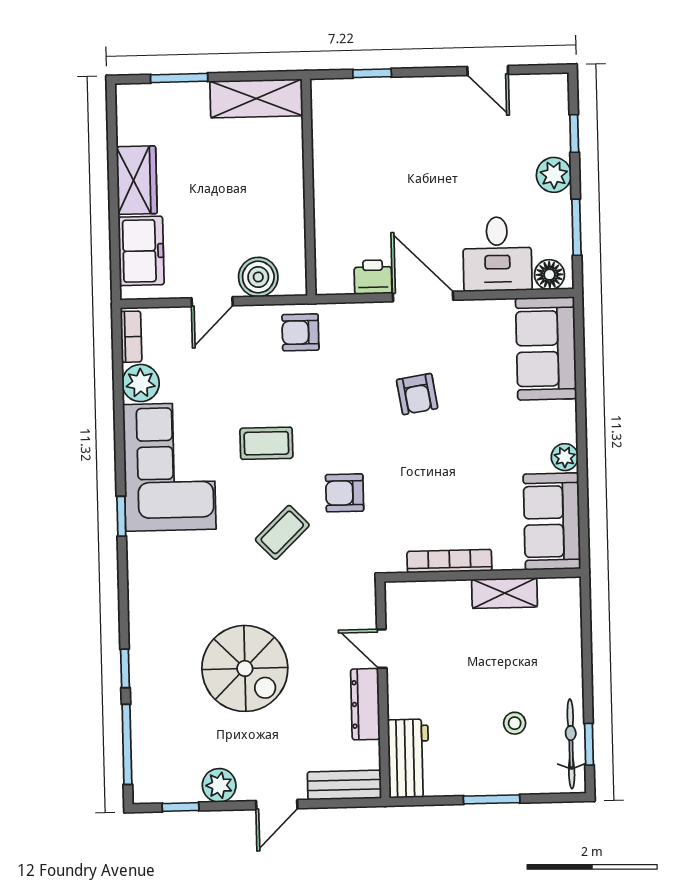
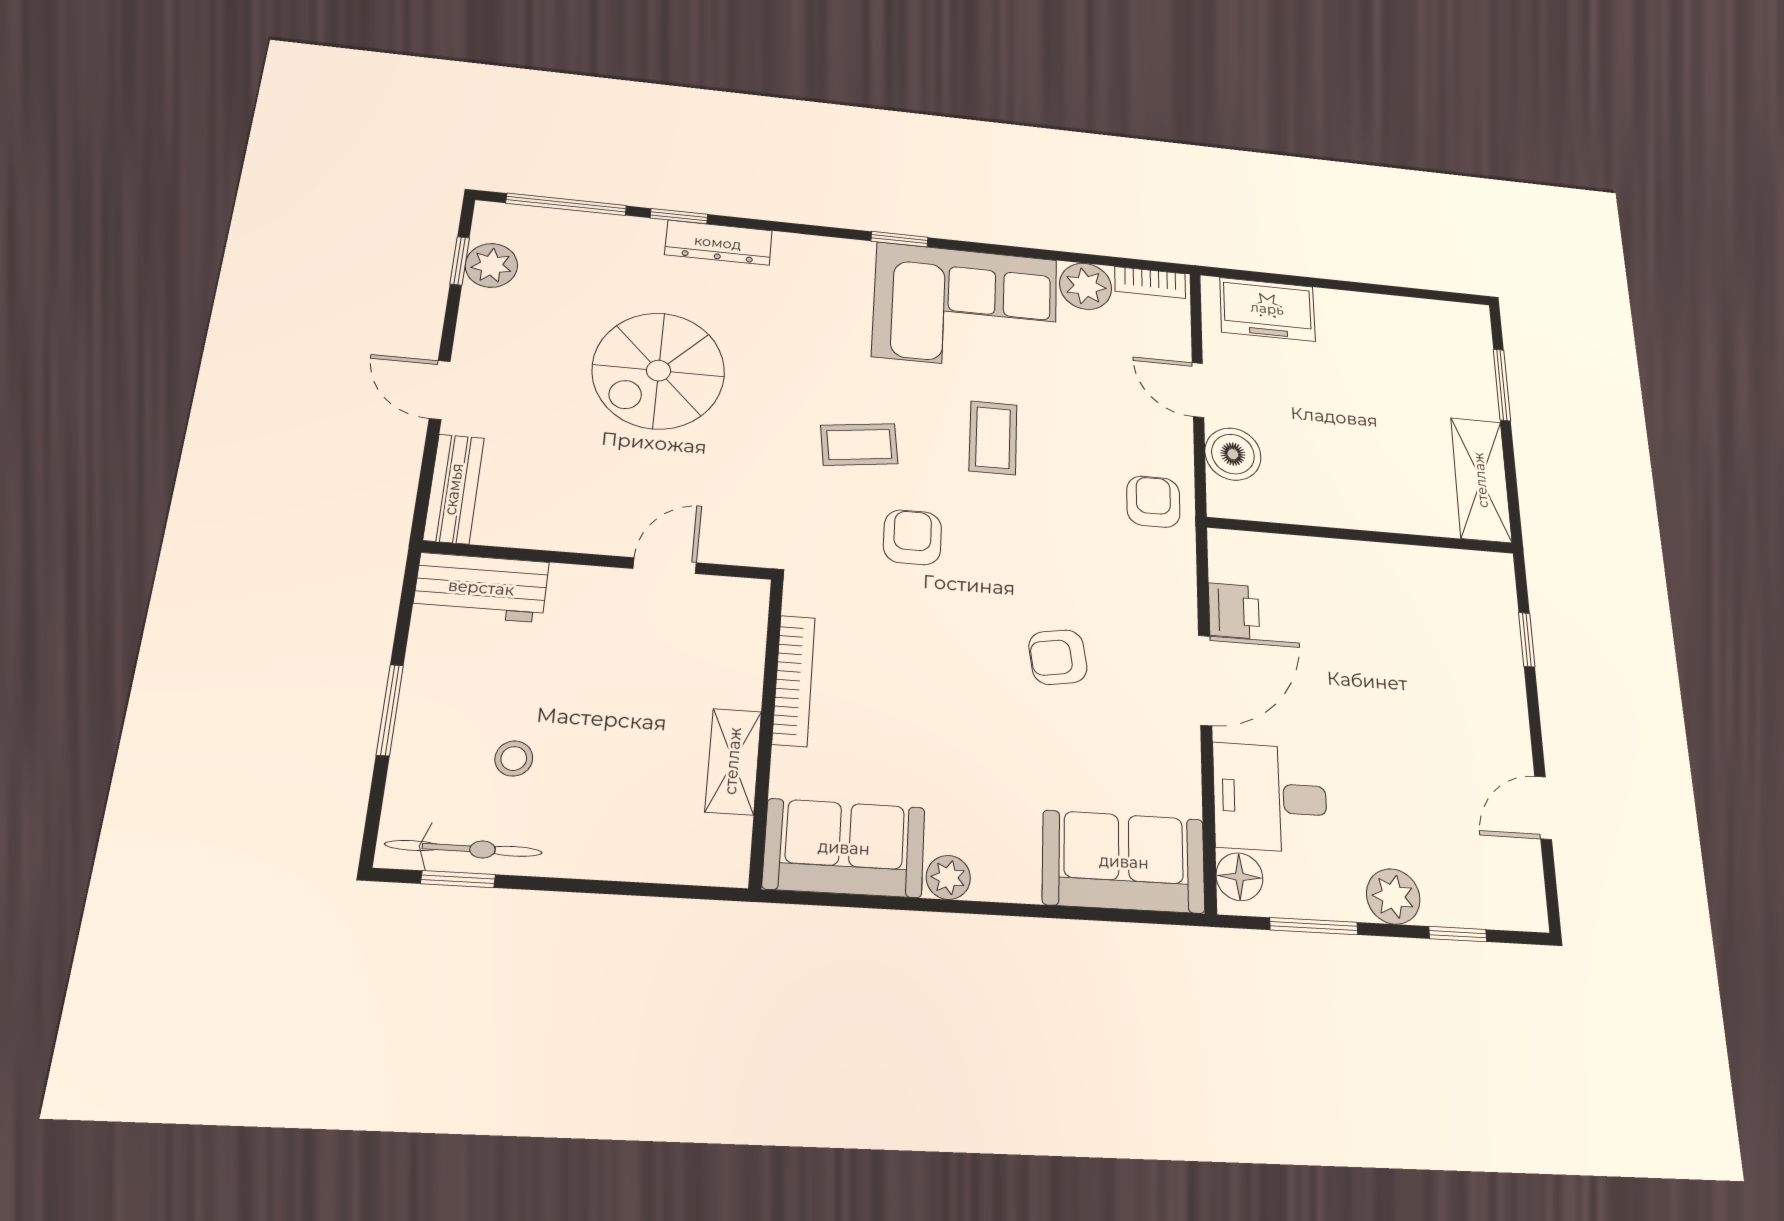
wardrobe: (137, 180) -> (1363, 316), removed
coffee table: (282, 532) -> (859, 444), turned -53
dresser: (365, 704) -> (718, 243), moved, turned 180
plant: (219, 785) -> (491, 265), moved

